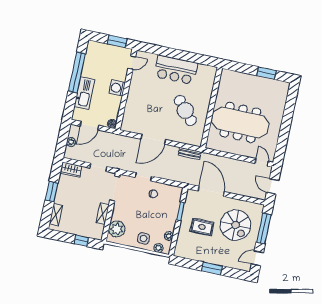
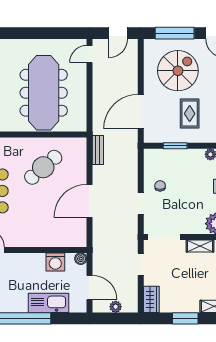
washing machine: (117, 88) -> (55, 262), moved
door: (153, 139) -> (89, 201), swing flipped

